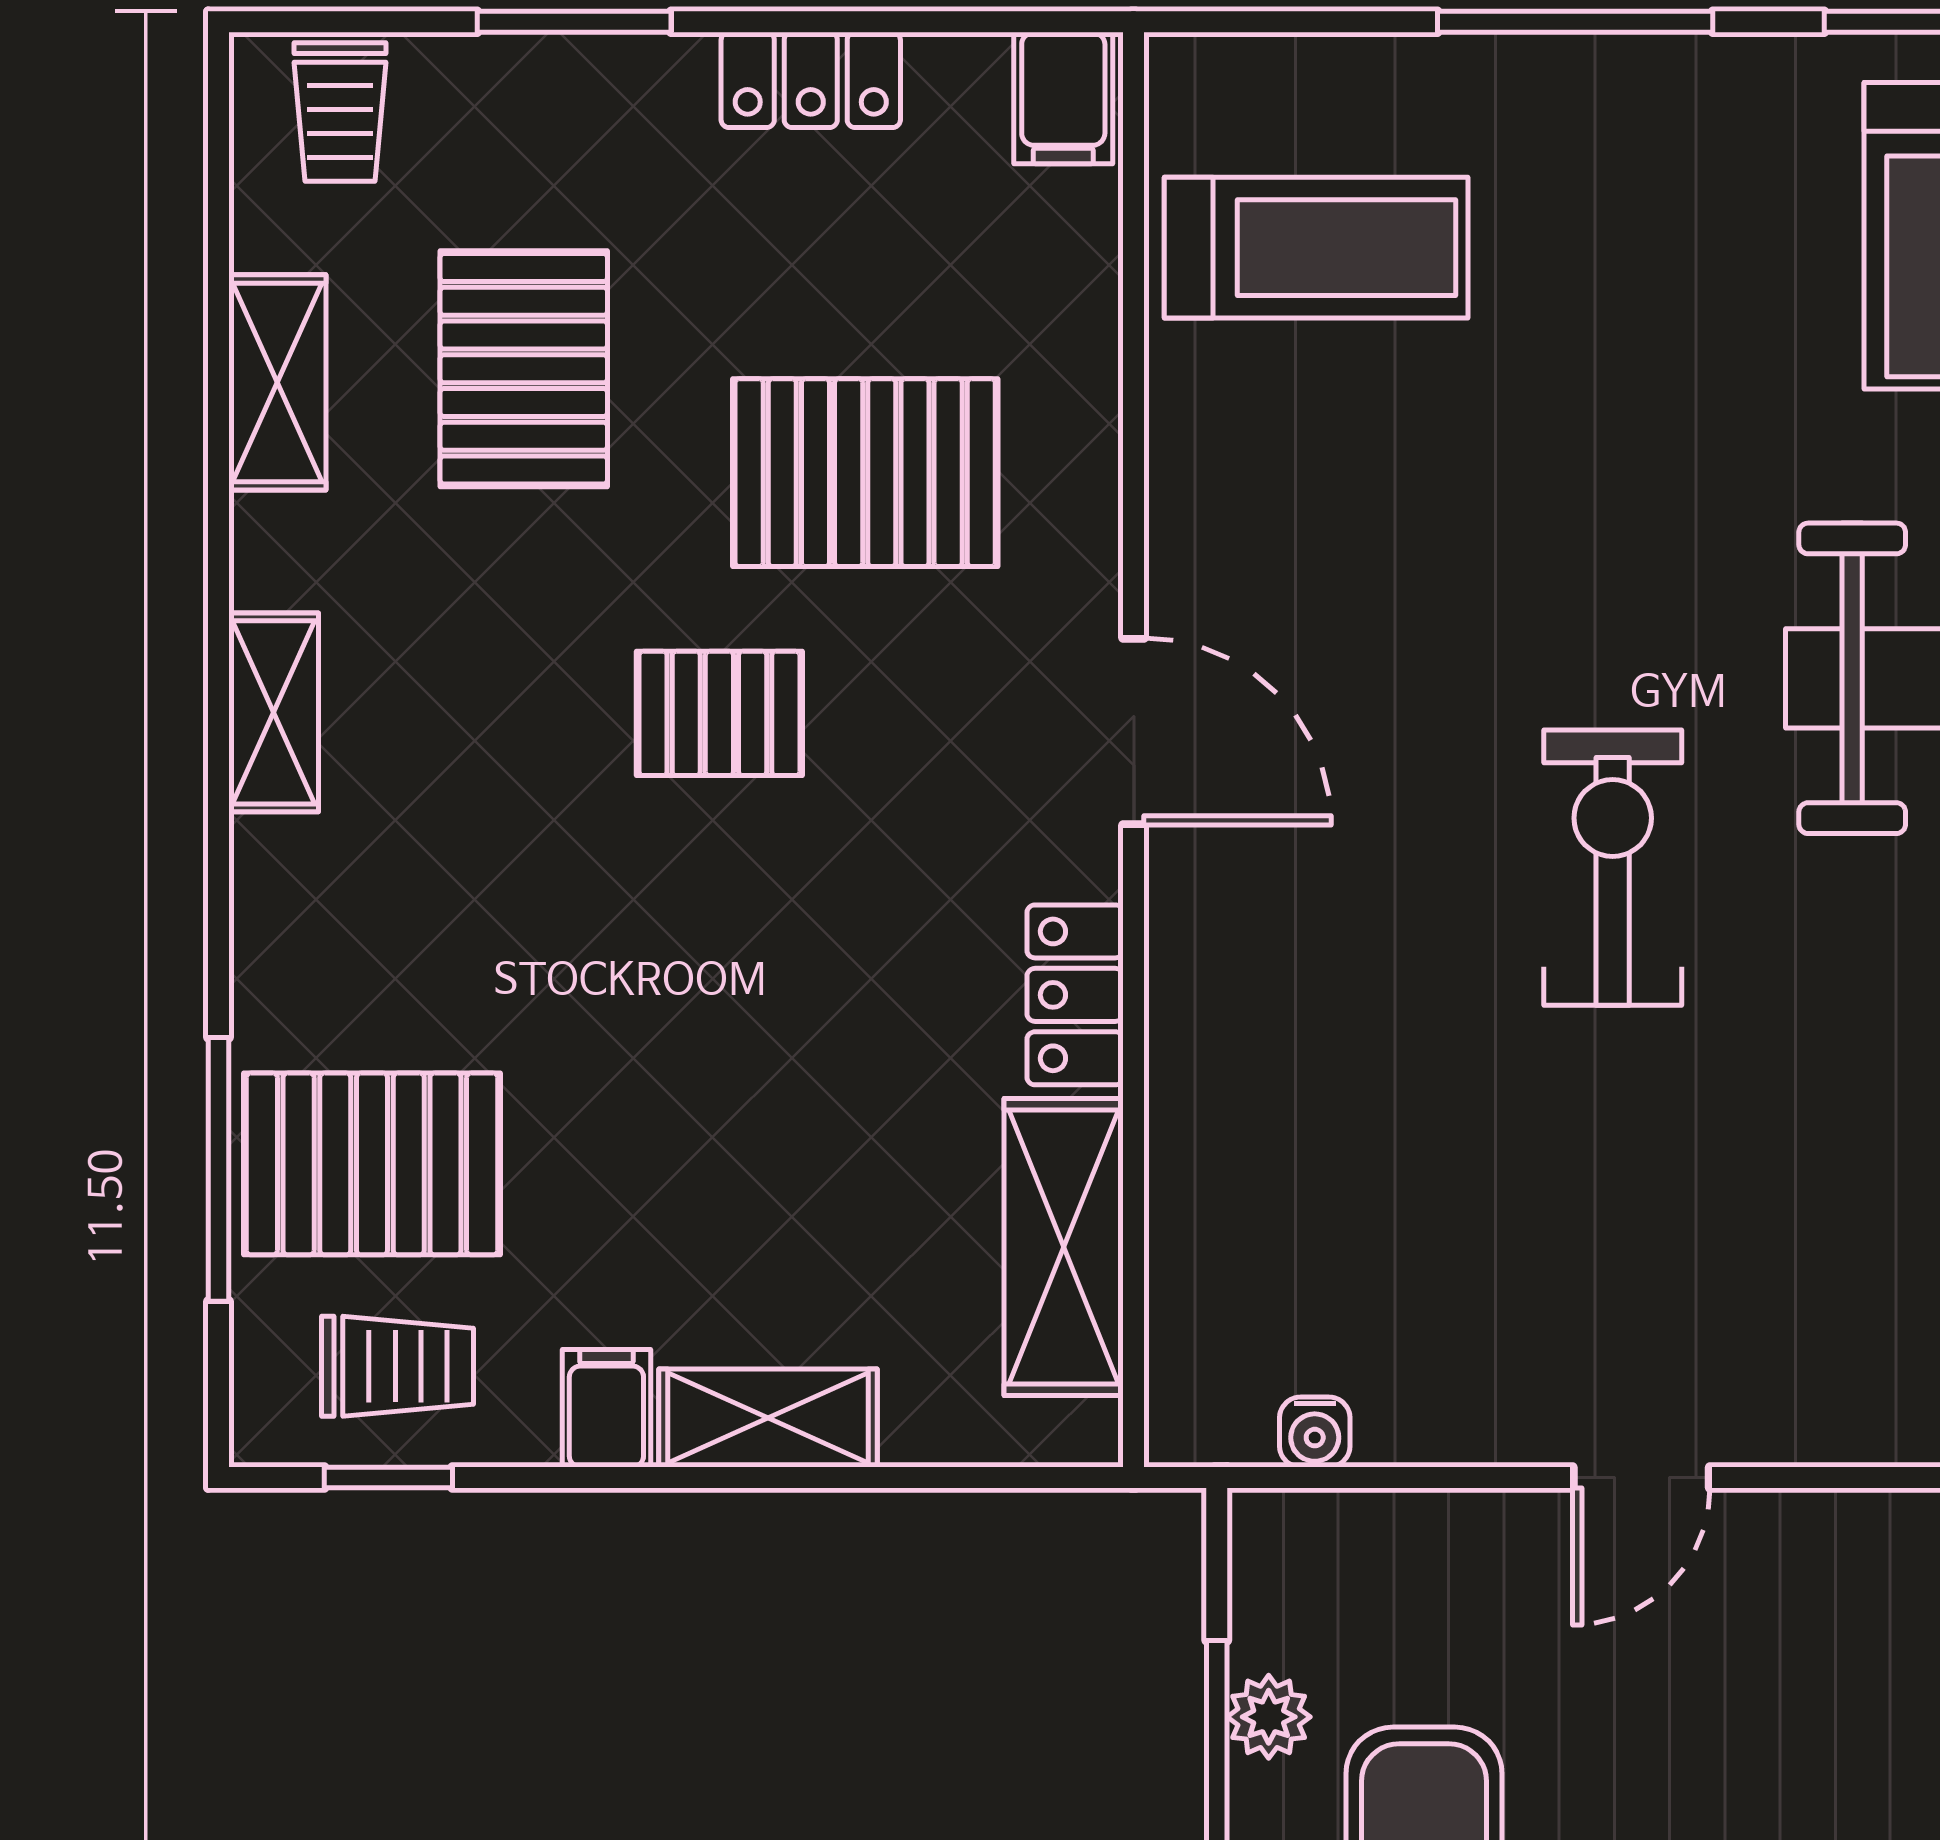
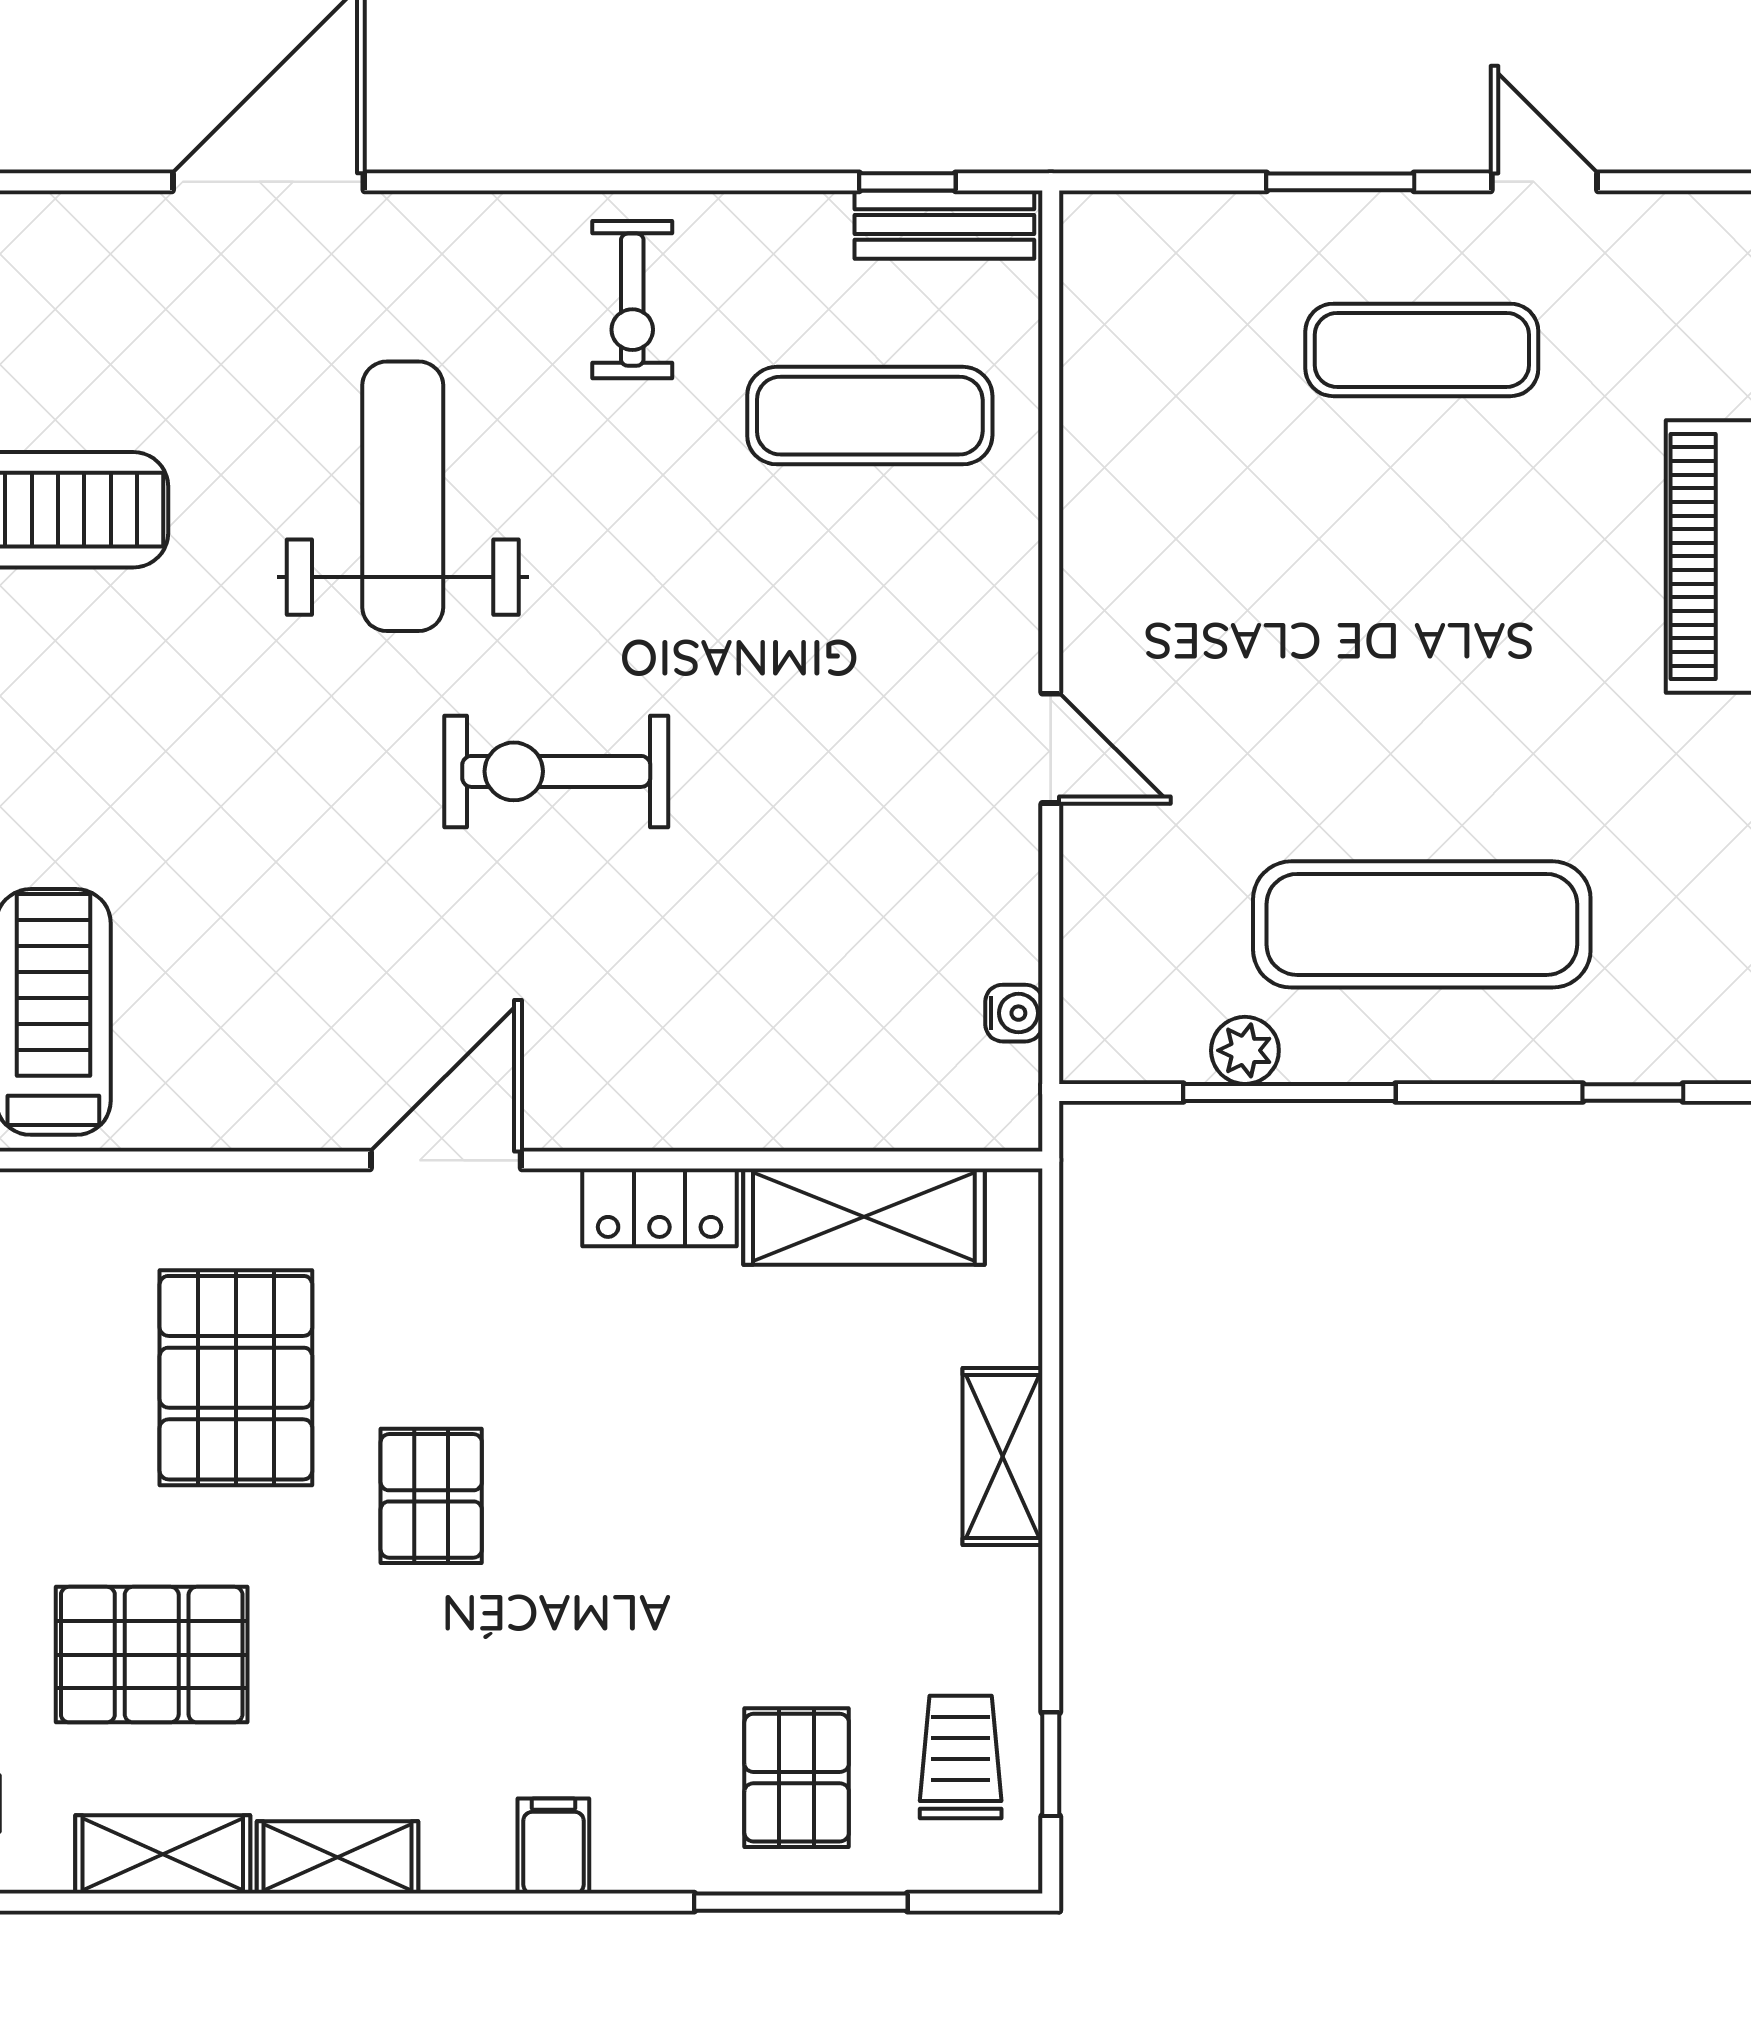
shelving: (274, 712) -> (337, 1857), moved
pallet: (372, 1164) -> (797, 1778), width x0.67, depth x0.71
filing cabinet: (606, 1408) -> (553, 1846), moved, turned 90

